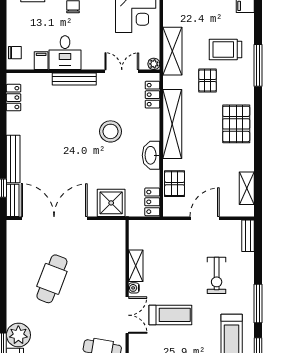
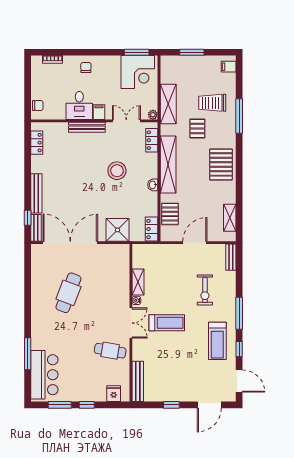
filing cabinet: (41, 61) -> (99, 112), moved
washbasin: (151, 155) -> (153, 185), width x0.52, depth x0.69
plant: (18, 335) -> (41, 339), removed

